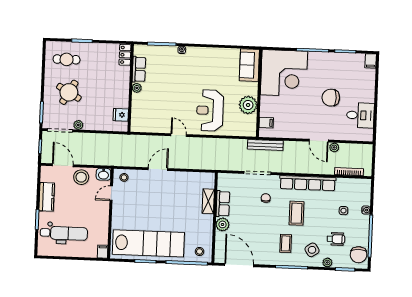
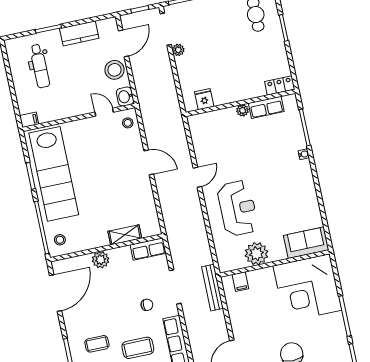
round table: (69, 92) -> (216, 28), removed
reception desk: (210, 110) -> (238, 208), turned 90
row of seats: (223, 204) -> (148, 249), moved
dental chair: (64, 233) -> (40, 66), width x0.73, depth x0.72

